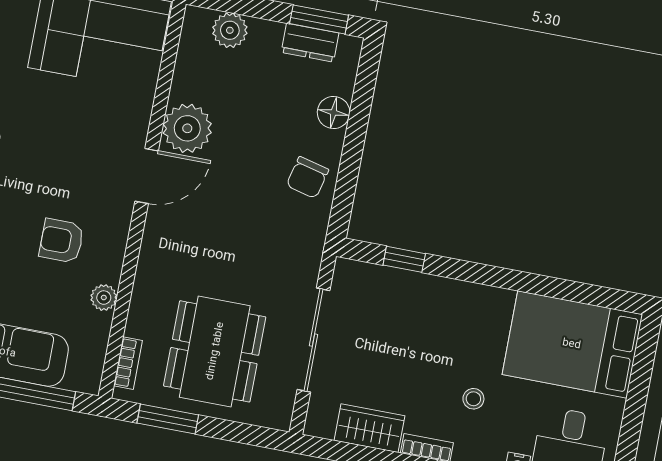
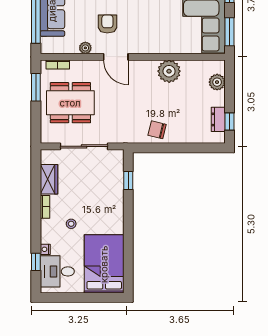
window: (319, 19) -> (230, 122), width x0.67
floor lamp: (334, 113) -> (189, 136), removed
door: (147, 176) -> (116, 57), moved

